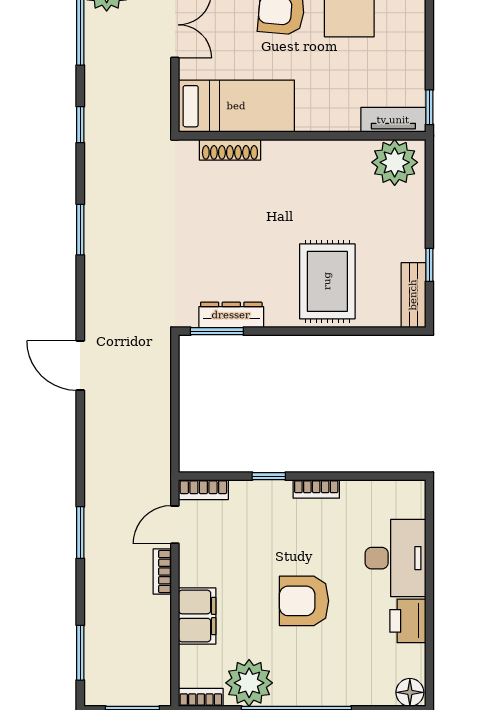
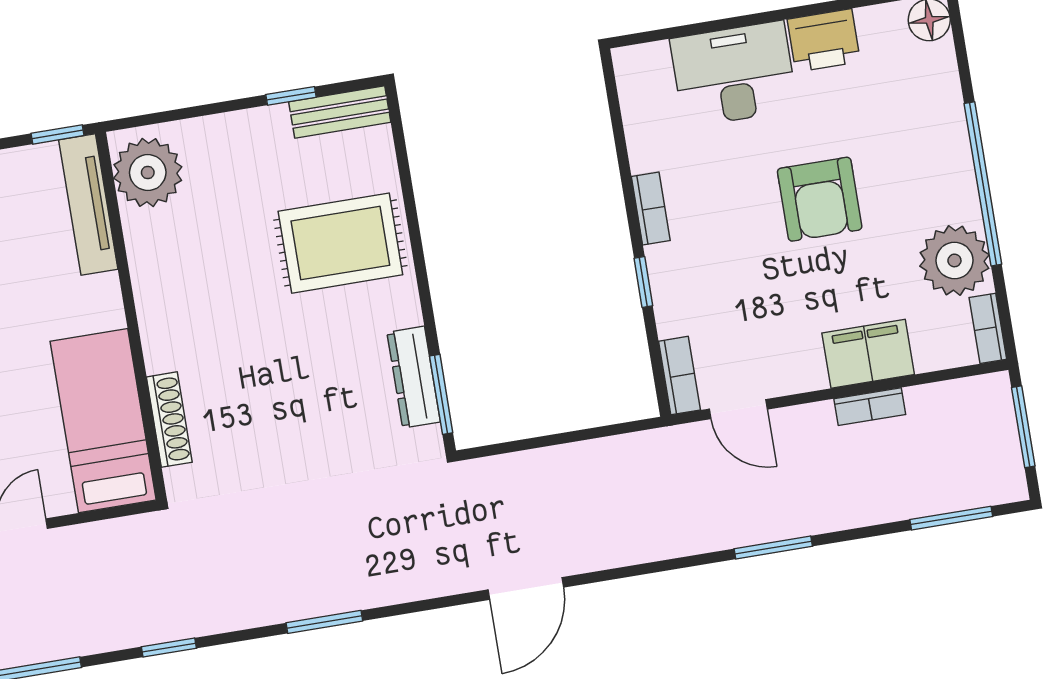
tv unit: (393, 120) -> (88, 204), width x1.41
bookcase: (162, 572) -> (870, 407), moved

